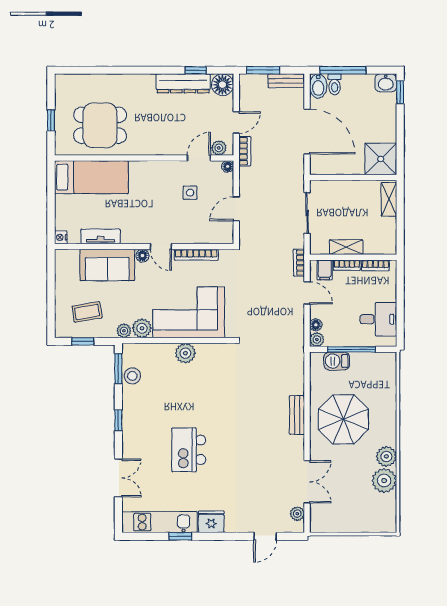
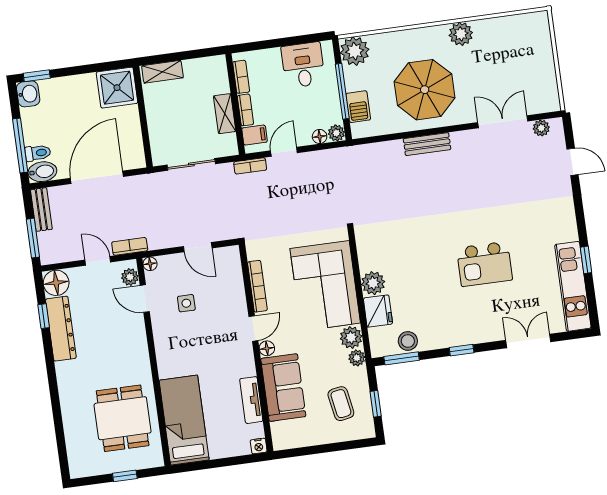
plant: (384, 481) -> (355, 51), moved
fridge: (211, 522) -> (378, 311), moved, turned 180

